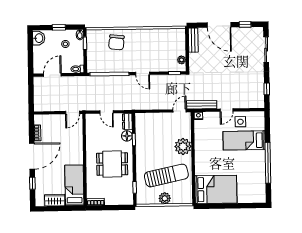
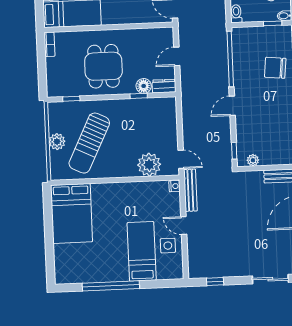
plant: (183, 146) -> (149, 165), moved
sun lounger: (166, 175) -> (89, 143), turned 38

